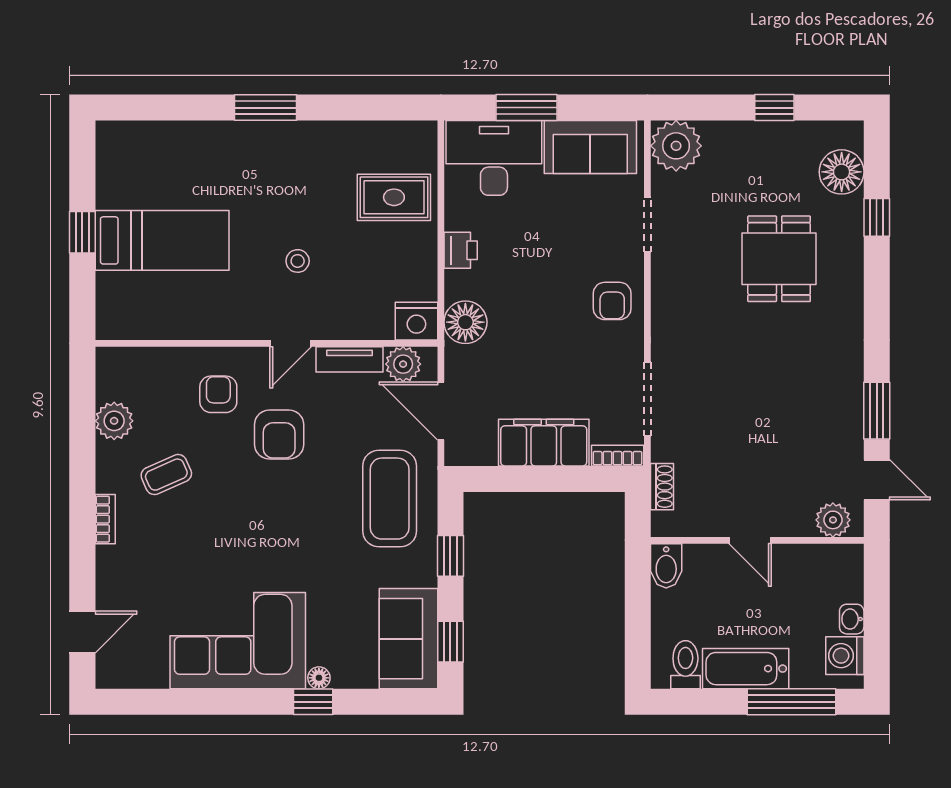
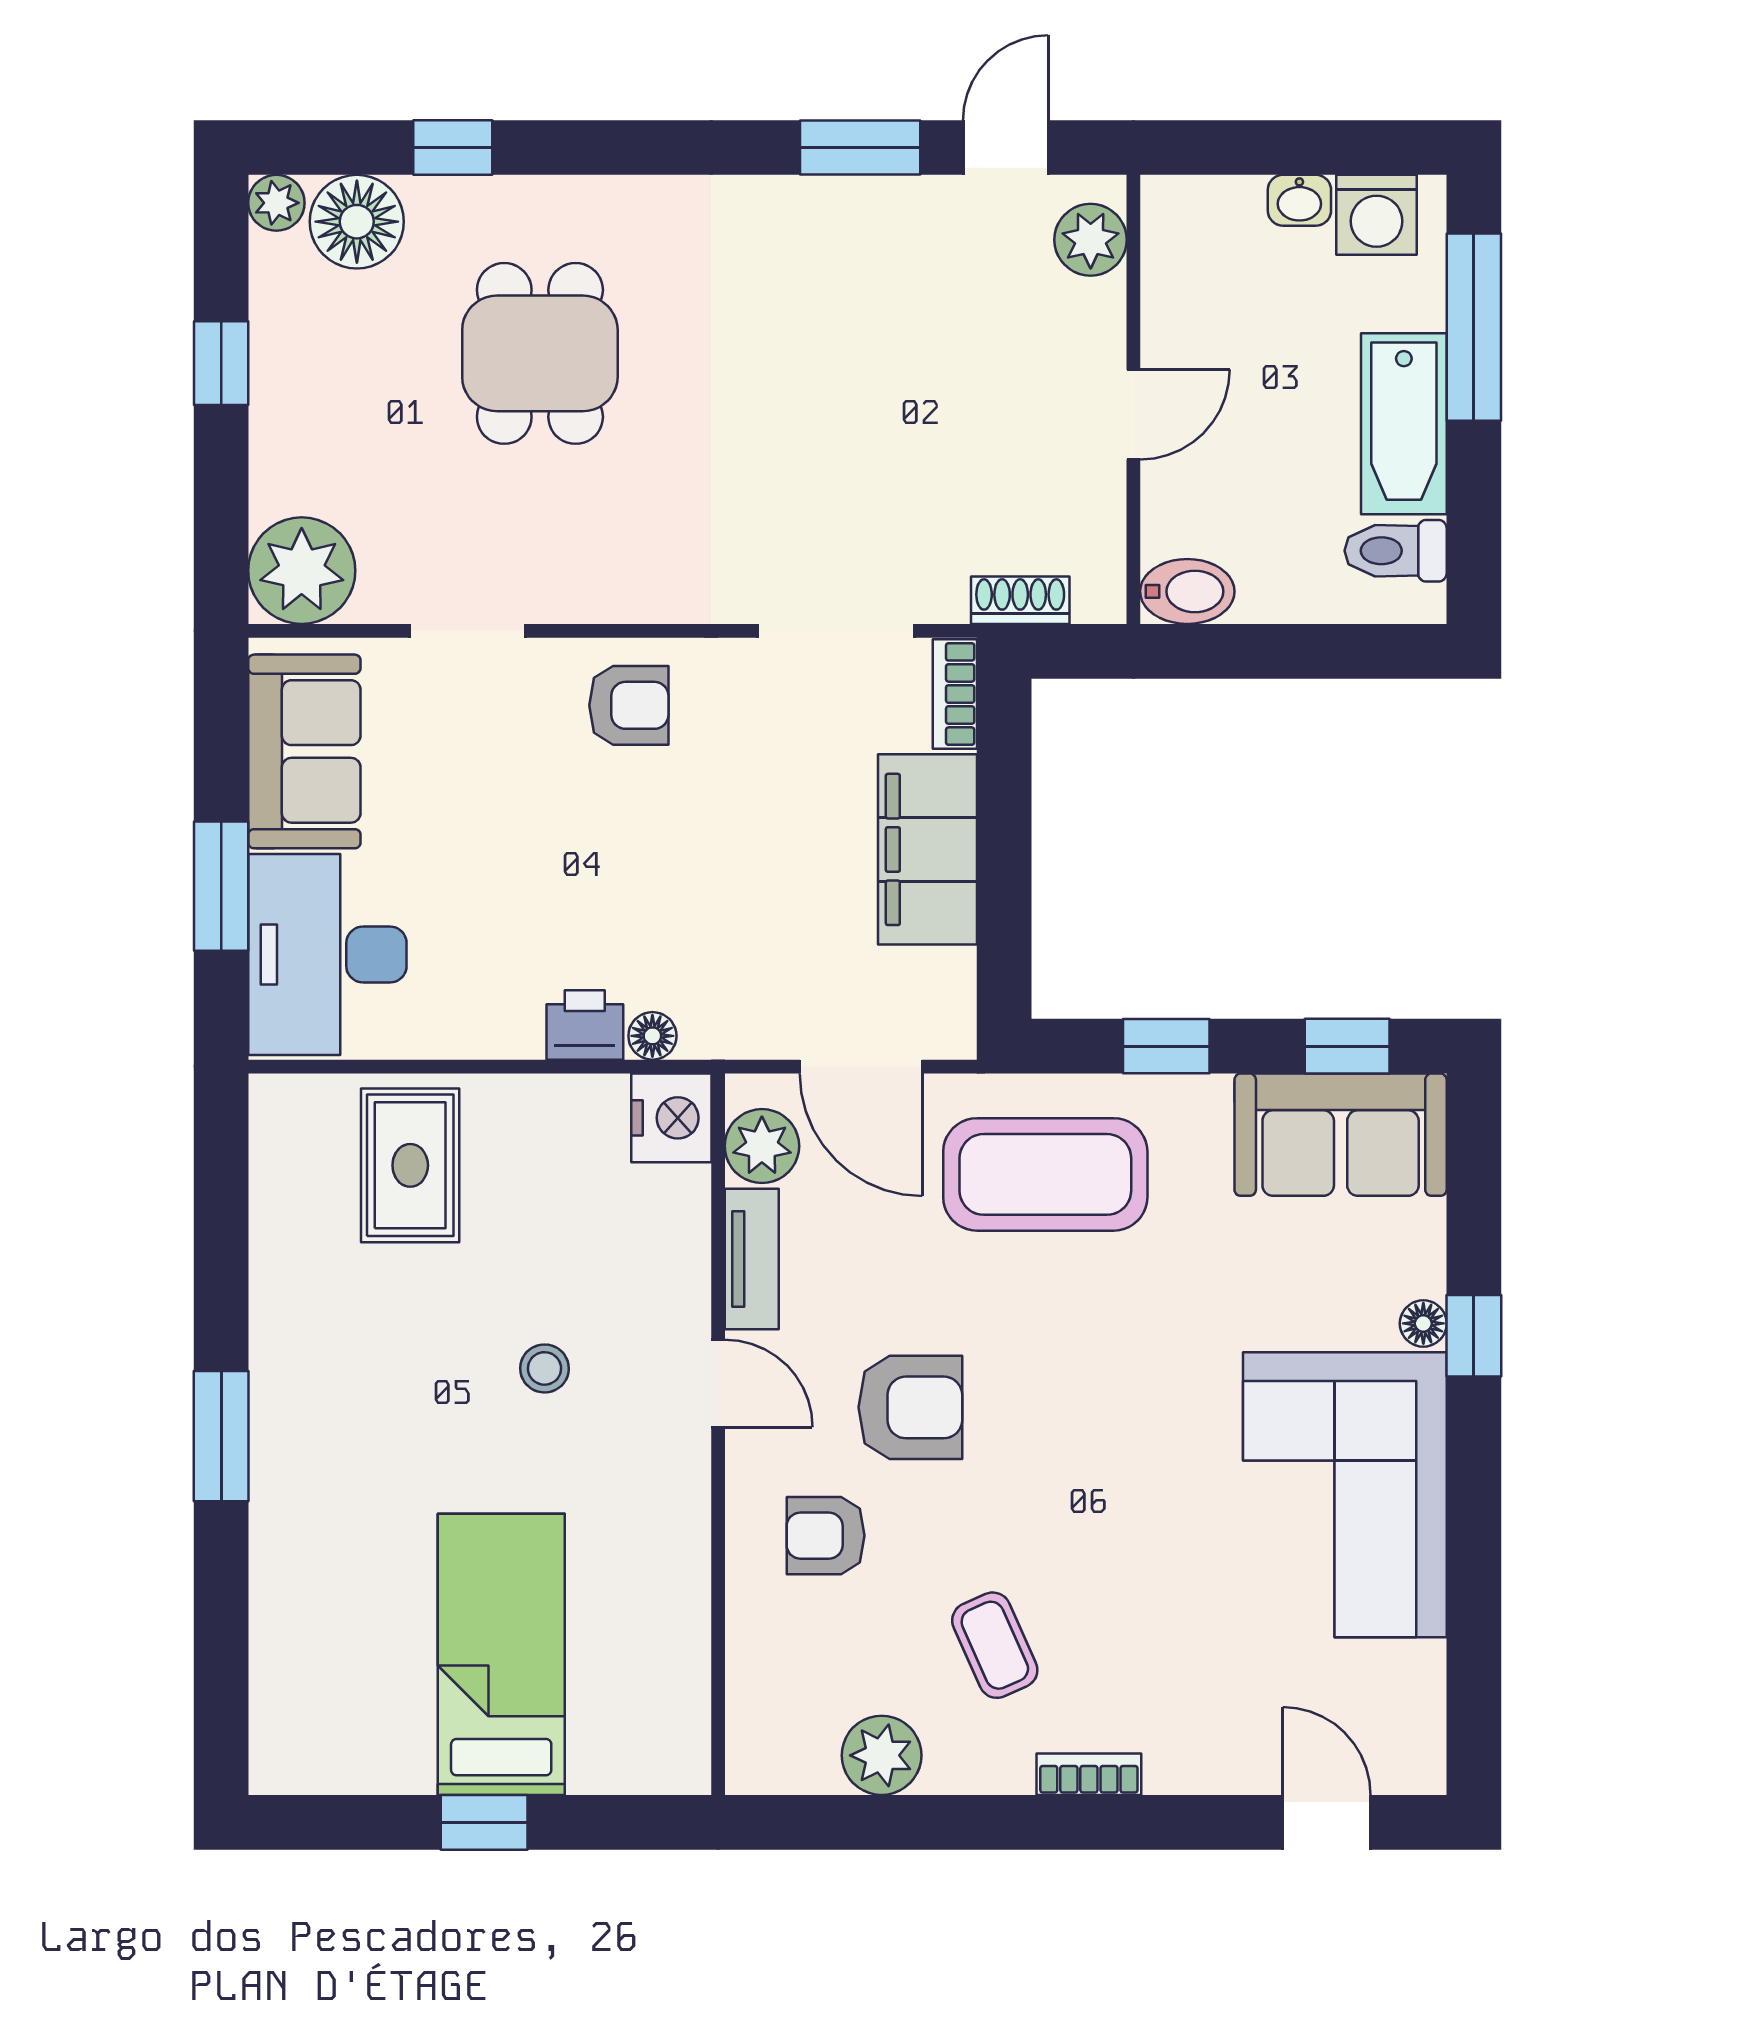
plant: (851, 134) -> (276, 203), added
printer: (461, 250) -> (585, 1025), moved
dining table: (779, 259) -> (540, 353), turned 90
floor lamp: (465, 322) -> (652, 1036), width x0.53, depth x0.53
door: (441, 411) -> (861, 1067), hinge flipped

